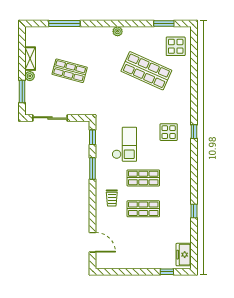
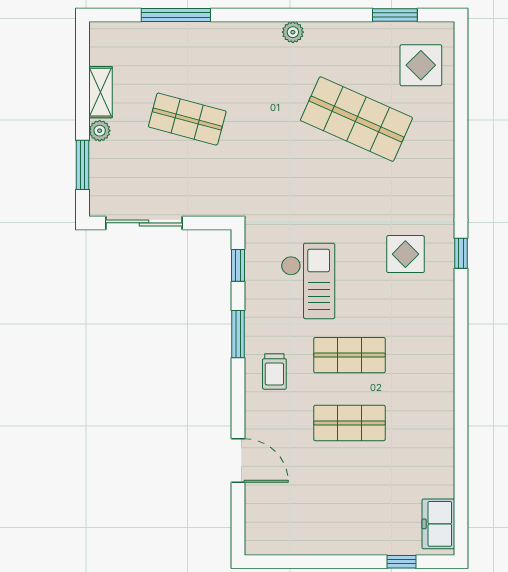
trolley: (112, 198) -> (274, 371), moved
window: (194, 211) -> (461, 428), removed
door: (93, 242) -> (238, 461), moved

